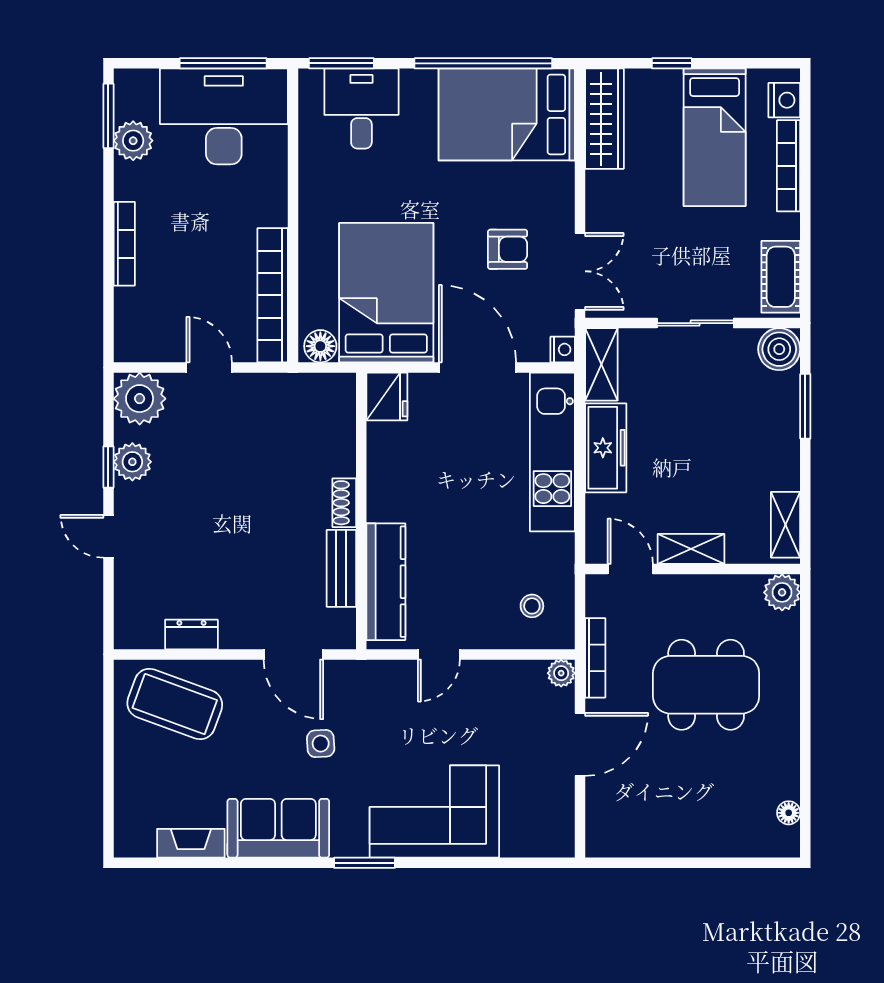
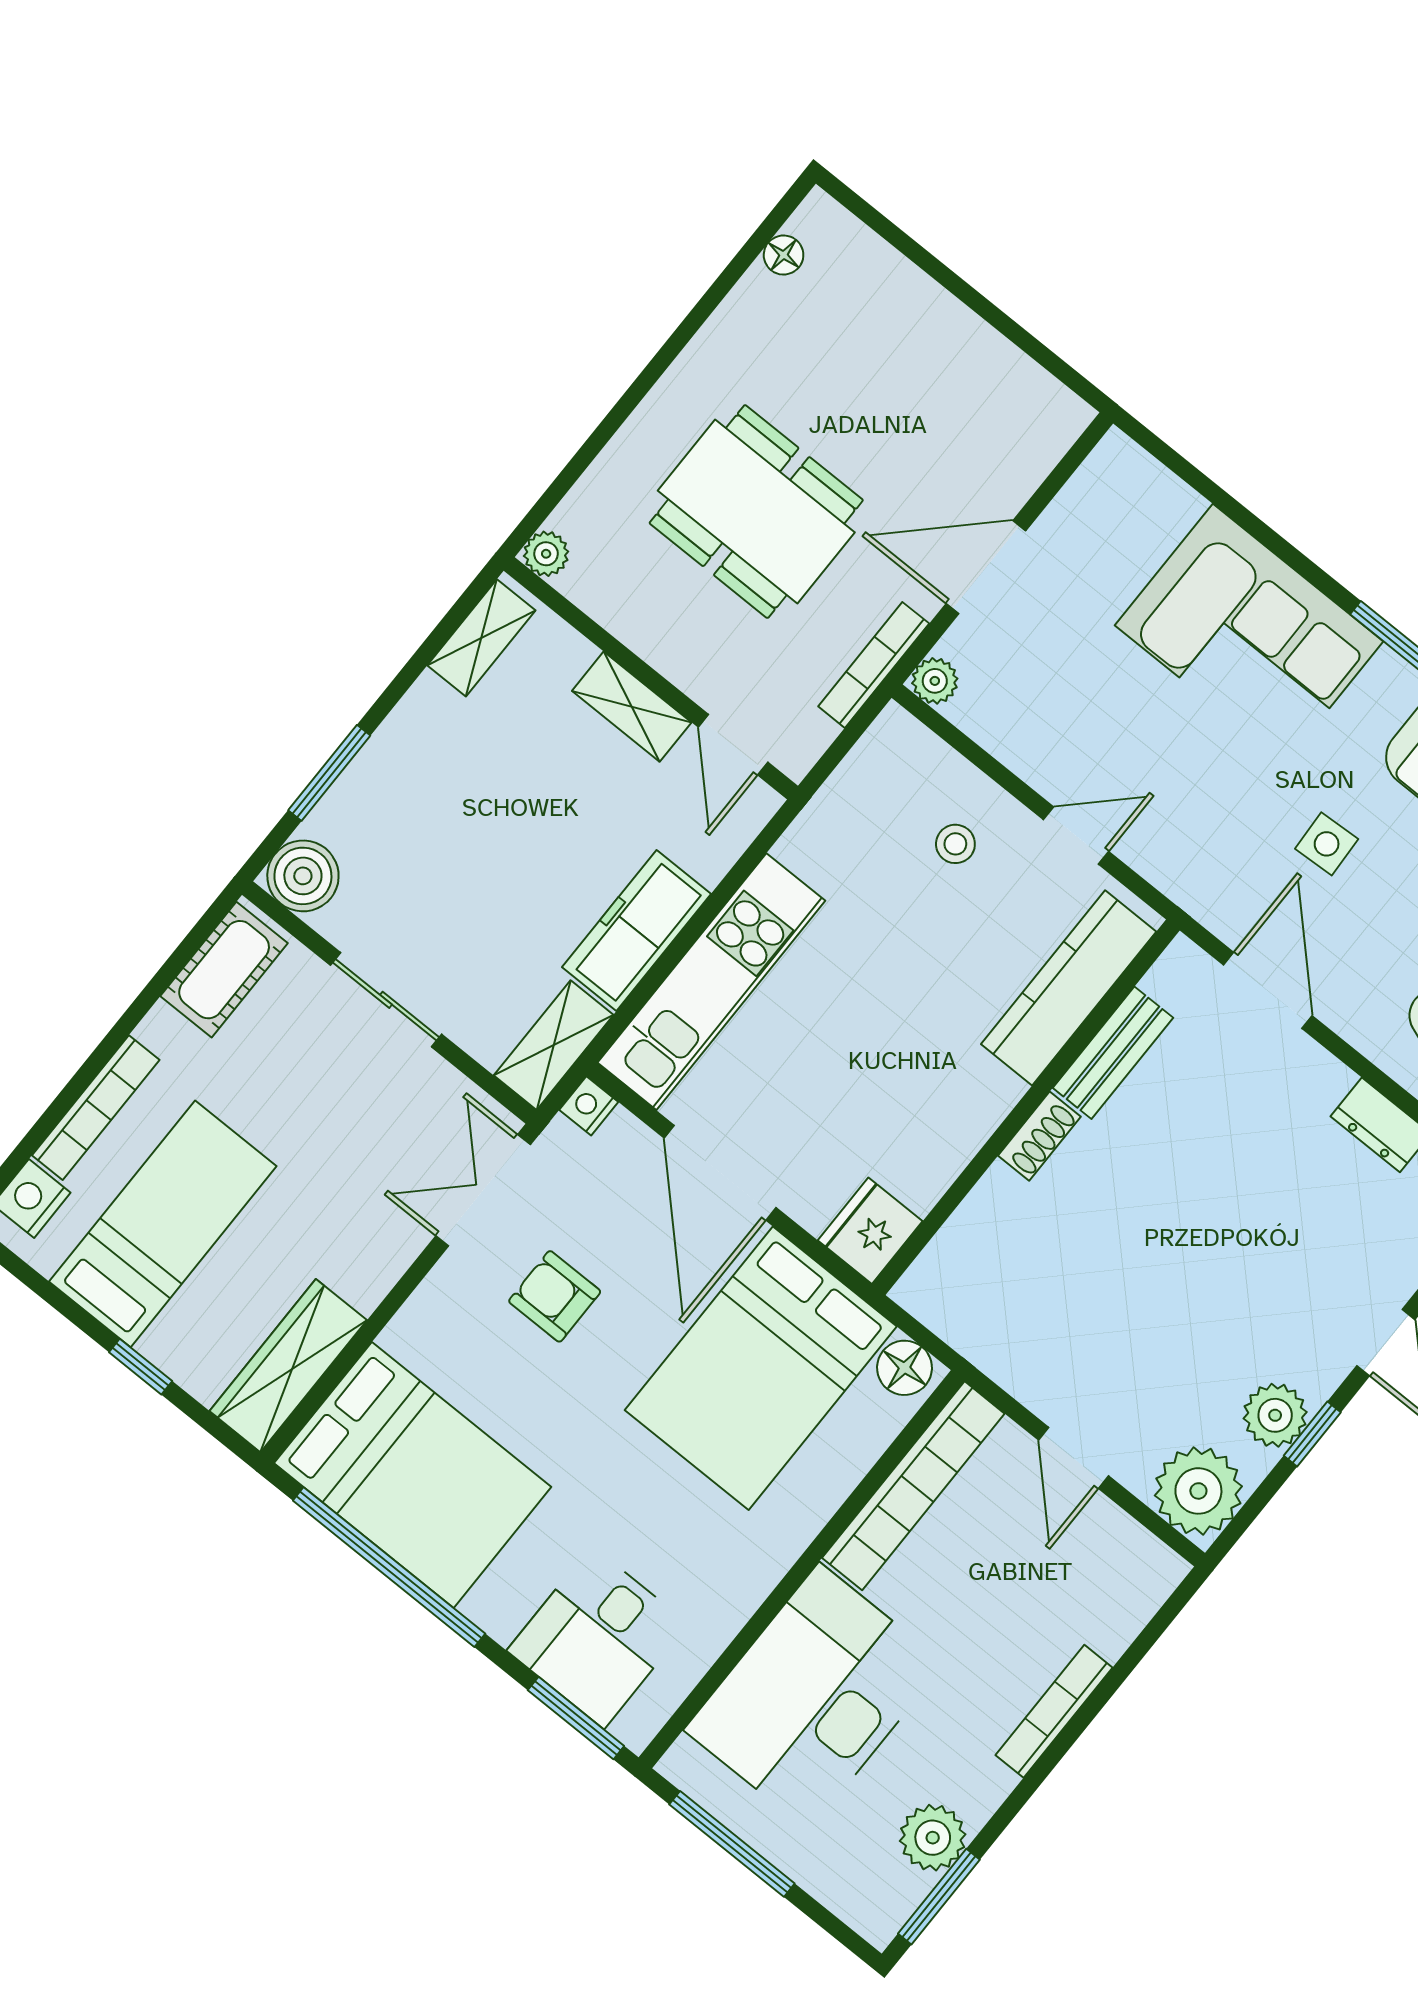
desk: (224, 116) -> (814, 1697), moved, turned 90
plant: (782, 592) -> (546, 554), width x0.73, depth x0.73
stool: (532, 606) -> (955, 844), moved

